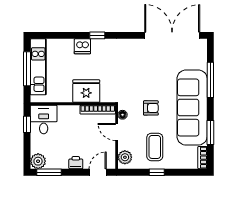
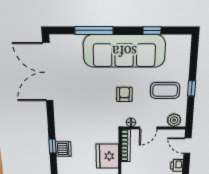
dishwasher: (82, 46) -> (63, 149), moved
window: (210, 133) -> (152, 30), width x0.67
bookcase: (202, 158) -> (179, 39), removed

